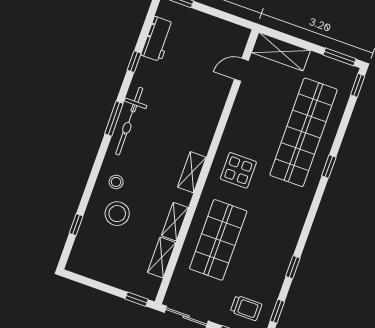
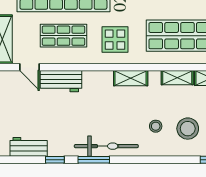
workbench: (215, 98) -> (61, 81), added
shop shelf: (262, 117) -> (63, 36), added
window: (114, 119) -> (94, 160), moved
stool: (116, 182) -> (156, 126), moved

